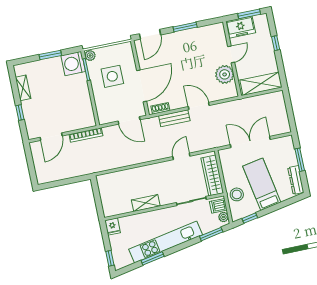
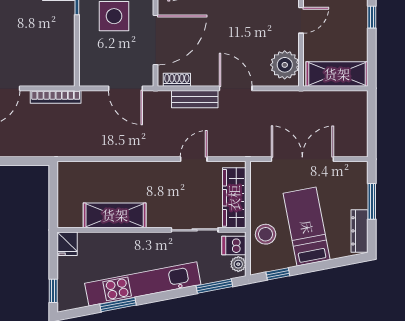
plant: (225, 74) -> (285, 65), moved
shelving: (146, 203) -> (115, 215), width x1.50, depth x1.33

